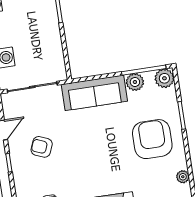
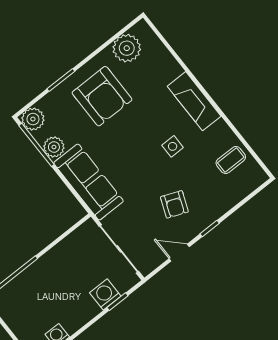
armchair: (152, 139) -> (102, 96), turned -90
side table: (85, 170) -> (173, 146), added
plant: (183, 177) -> (127, 48), width x1.88, depth x1.88

